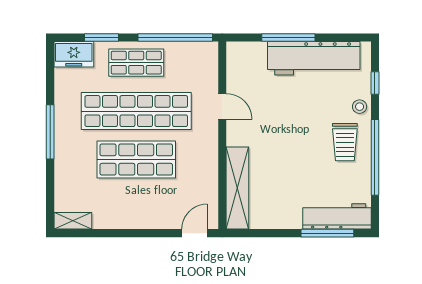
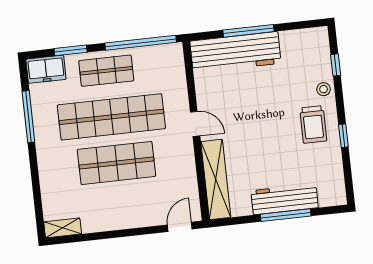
workbench: (314, 58) -> (235, 52), moved
door: (222, 106) -> (195, 124), moved
window: (50, 132) -> (28, 117), moved
window: (375, 157) -> (343, 136), width x0.32
workbench: (337, 216) -> (285, 199), moved
window: (327, 233) -> (286, 215), moved

